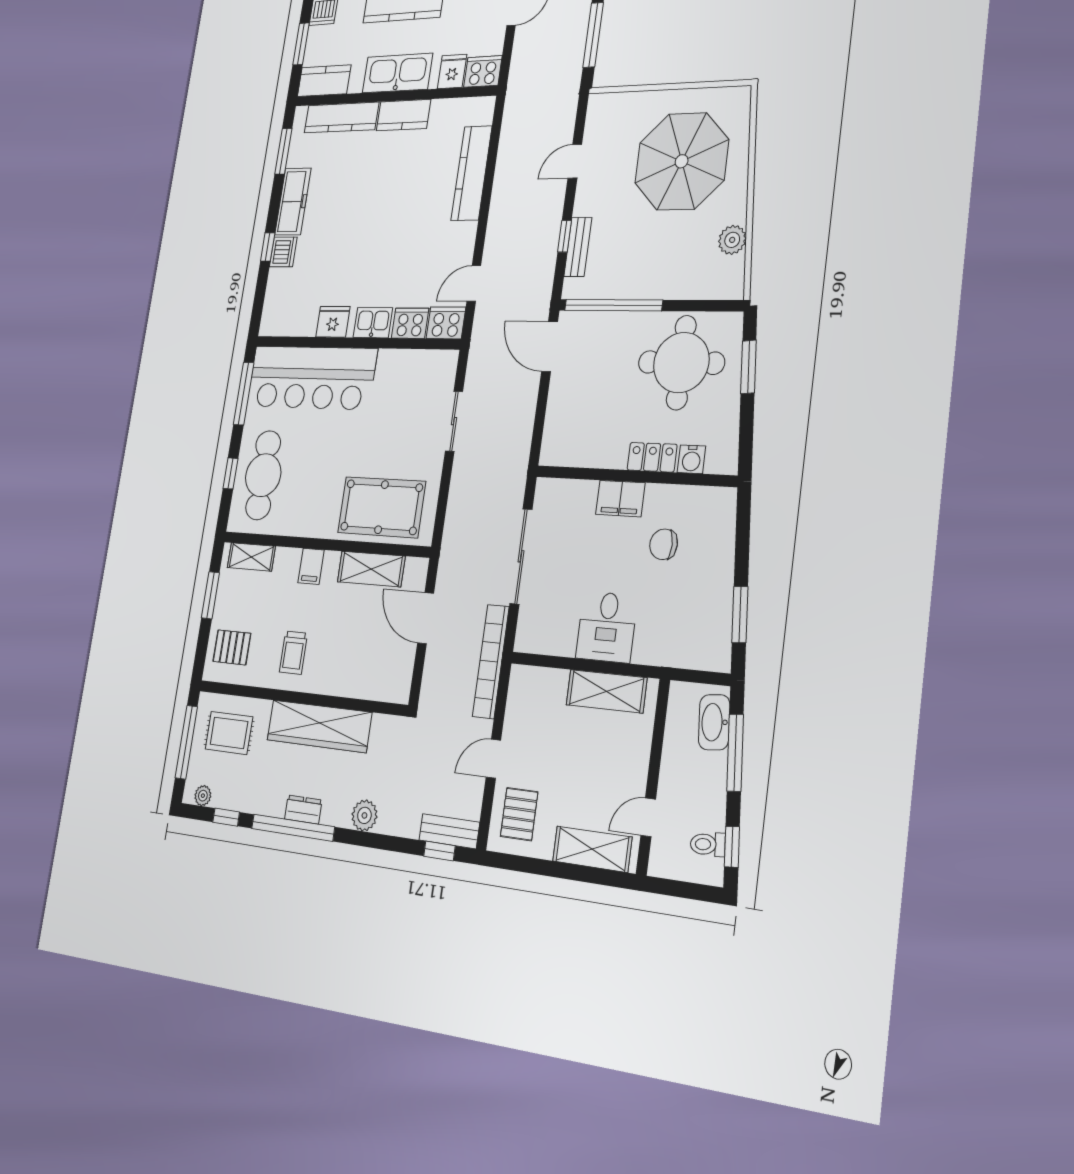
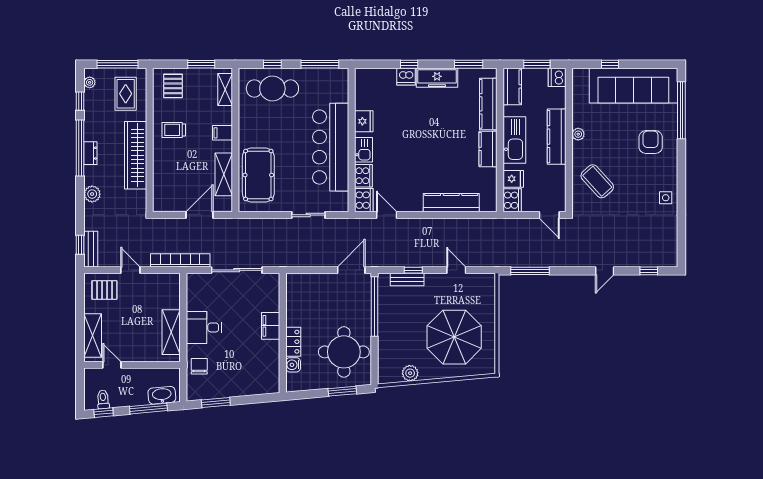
bar counter: (311, 378) -> (331, 147), moved
chair: (664, 544) -> (199, 366), moved

